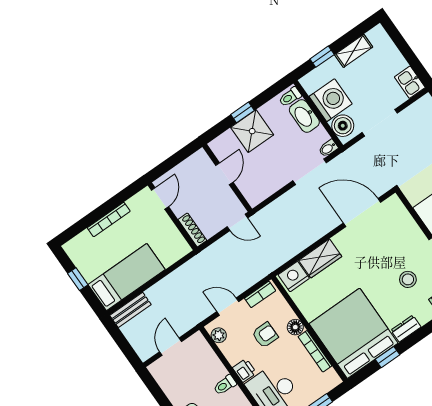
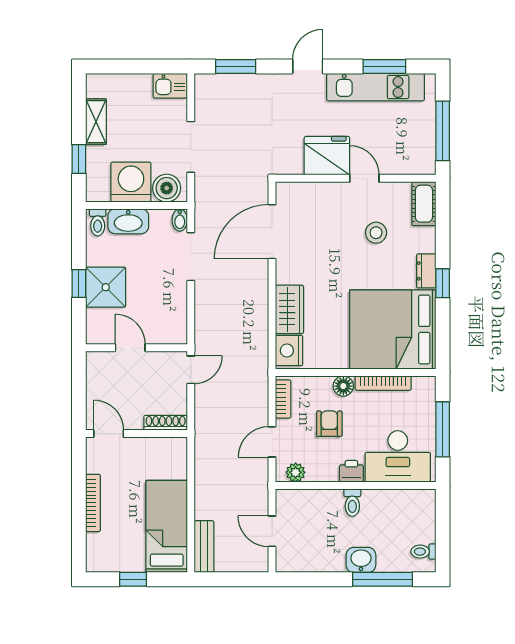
window: (387, 357) -> (443, 283), moved

